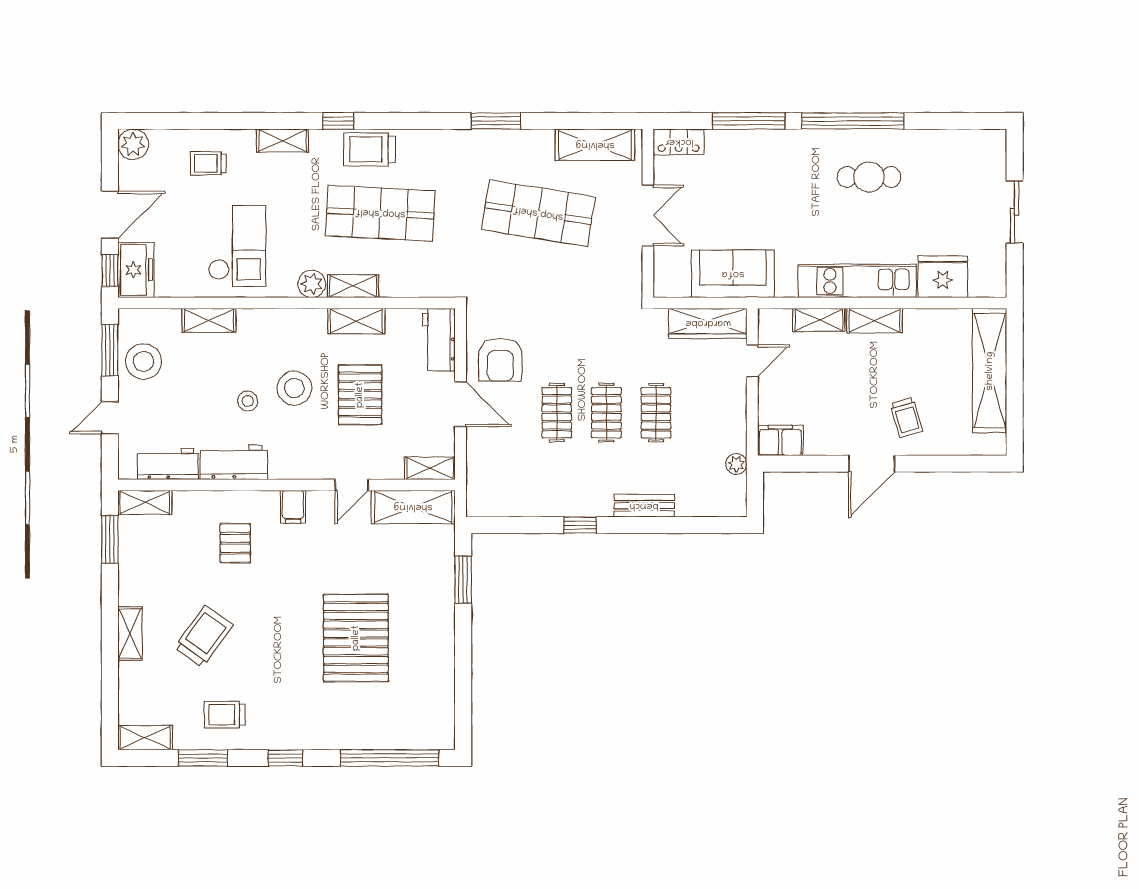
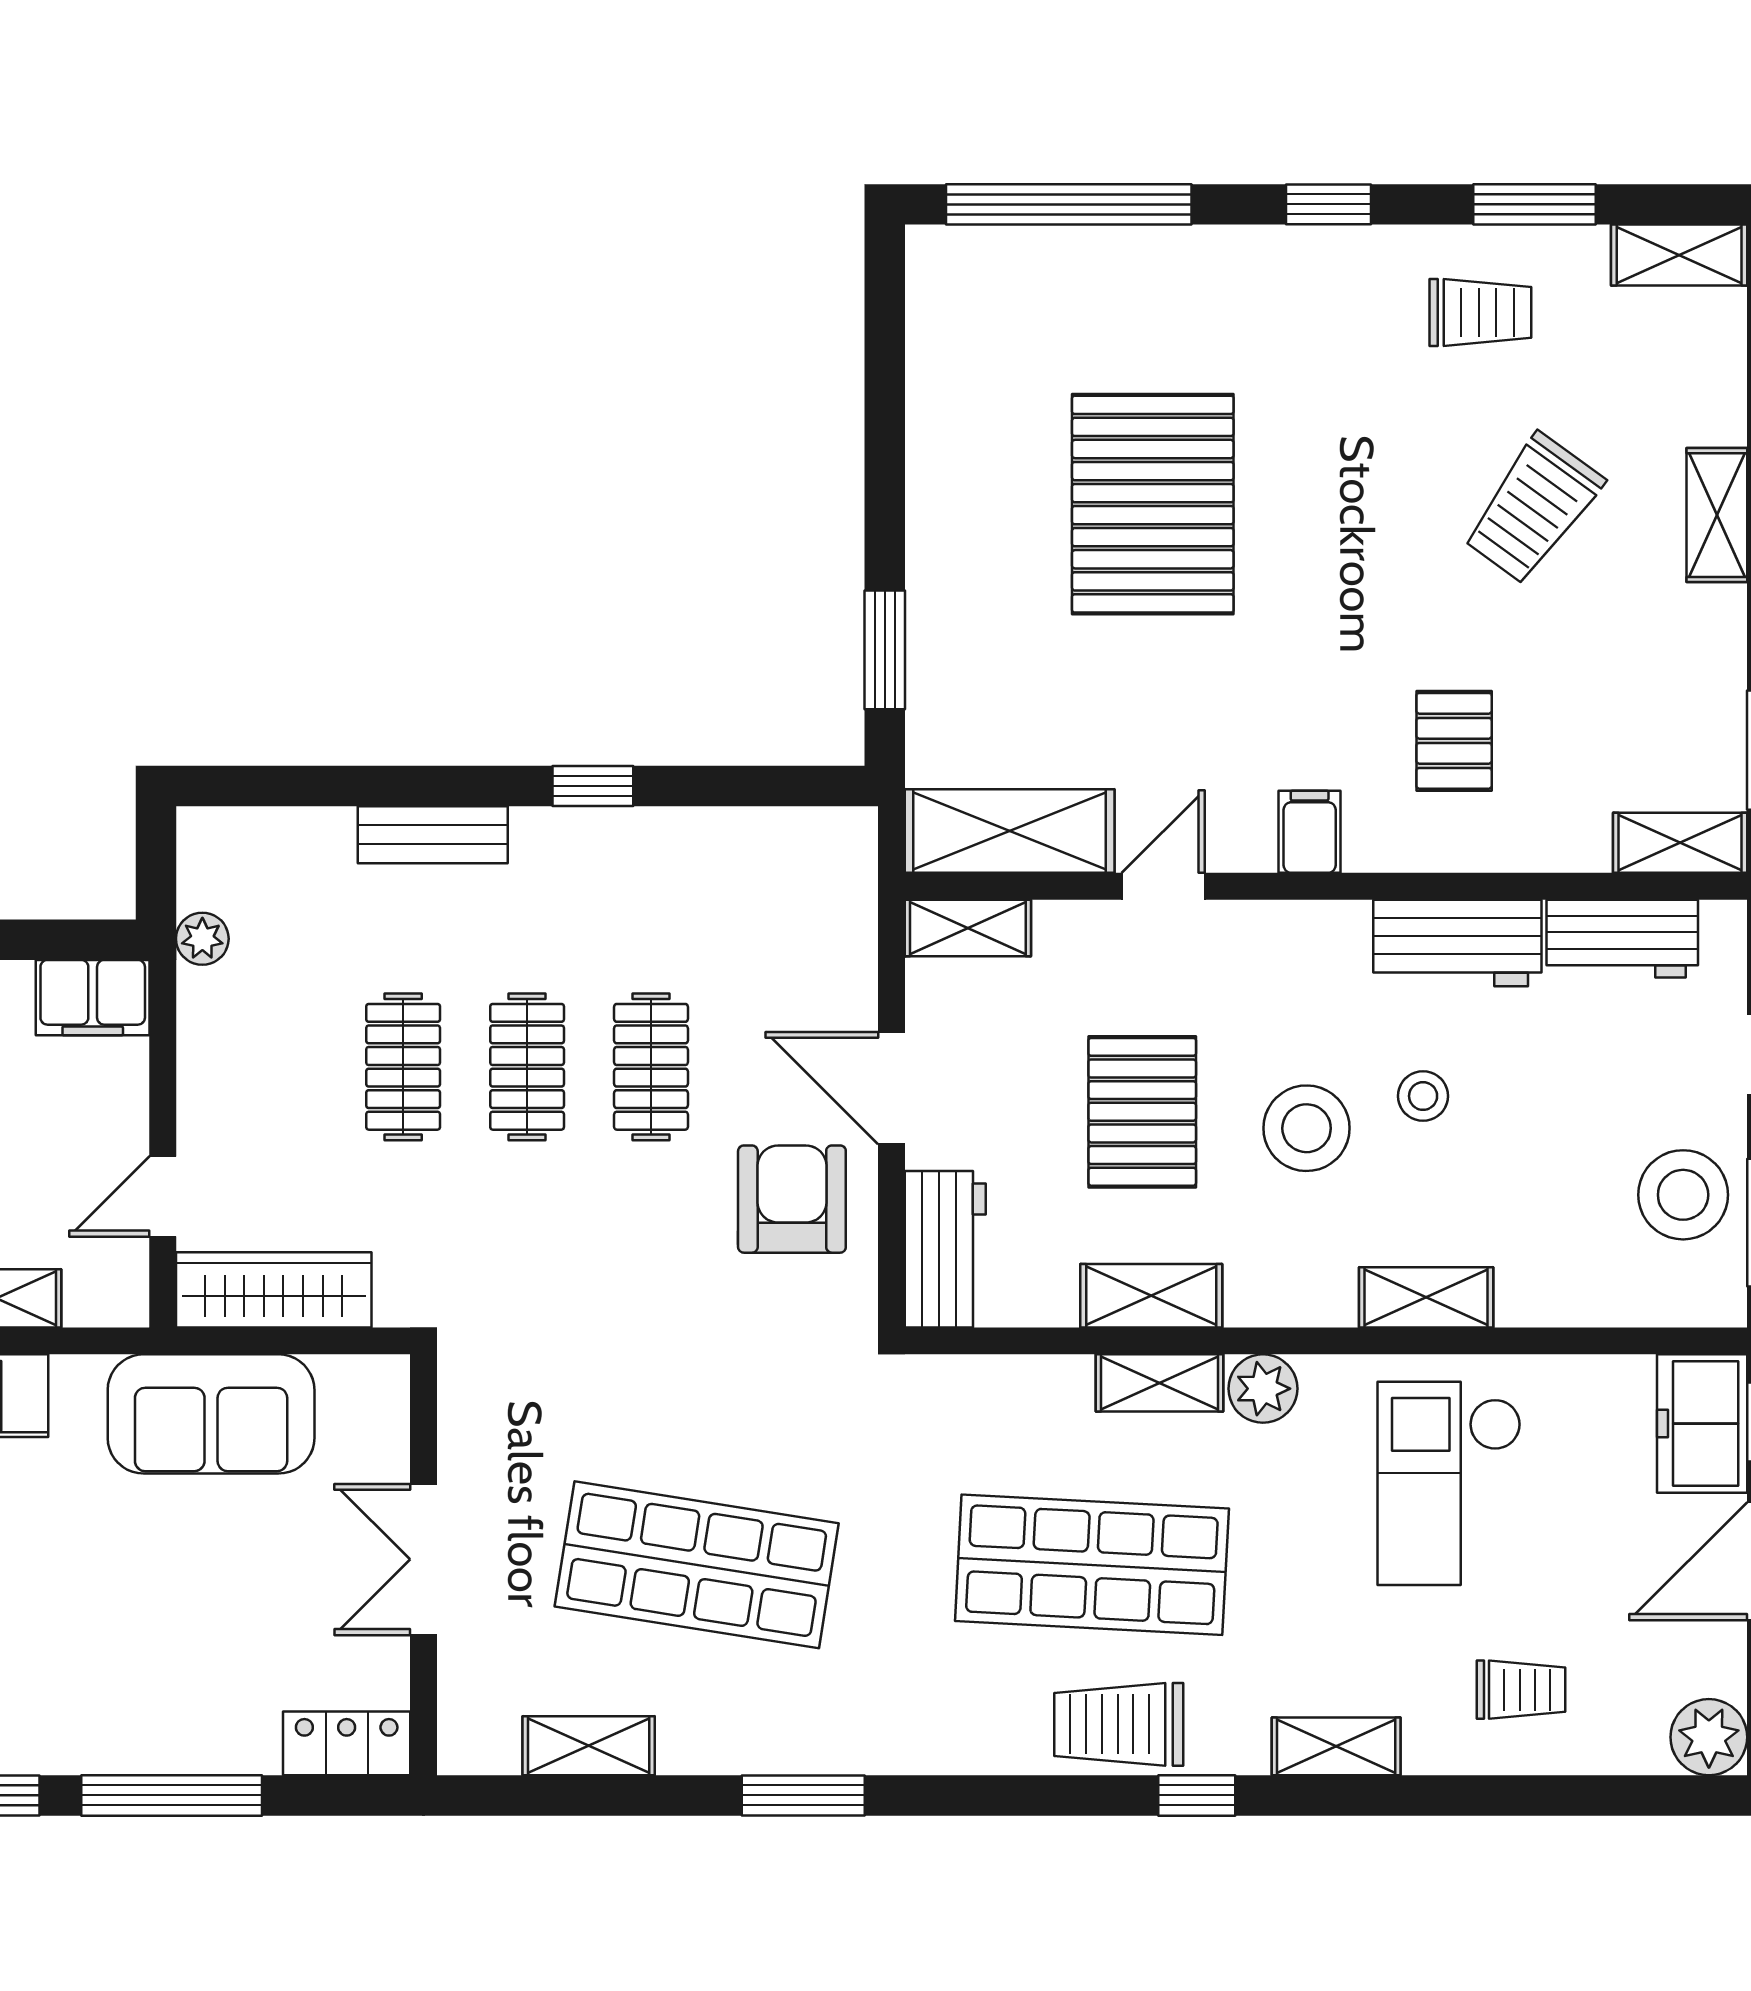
shelving: (595, 145) -> (589, 1746), width x0.67, depth x0.75
trolley: (369, 149) -> (1119, 1724), turned 180
shelving: (209, 320) -> (1426, 1297), moved

